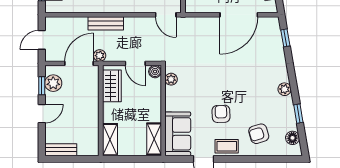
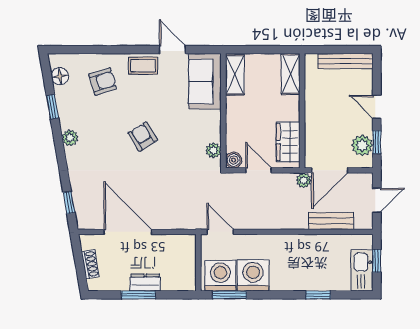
door: (239, 15) -> (128, 232), hinge flipped
bench: (106, 23) -> (331, 221), moved
door: (42, 114) -> (377, 107), hinge flipped
armchair: (221, 114) -> (143, 137), moved, turned 150
bench: (61, 150) -> (345, 61), width x1.36

